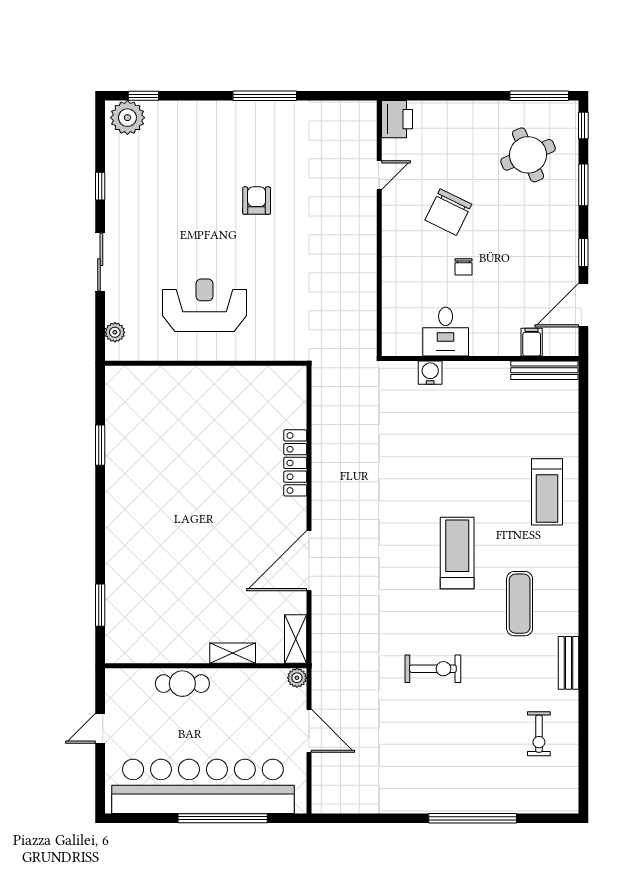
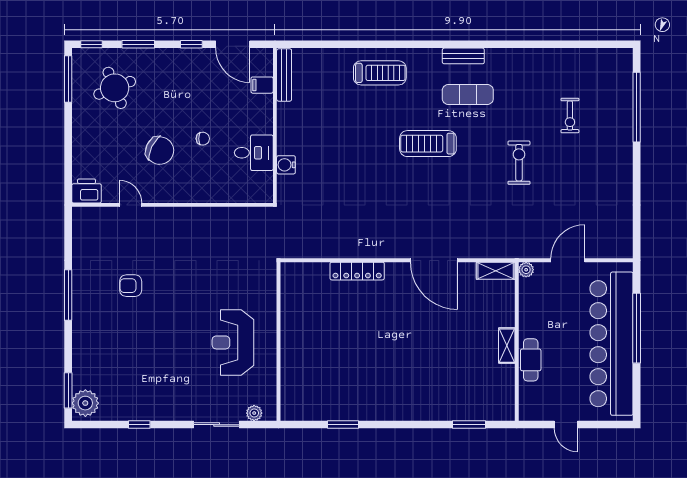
window: (143, 96) -> (68, 390), width x1.50
armchair: (257, 201) -> (131, 286), moved
sliding door: (100, 262) -> (217, 425), moved
shelving: (233, 653) -> (507, 346), moved
bench: (569, 663) -> (463, 56), moved
exercise bike: (539, 734) -> (570, 116), moved, turned 90
window: (473, 818) -> (637, 107), moved

